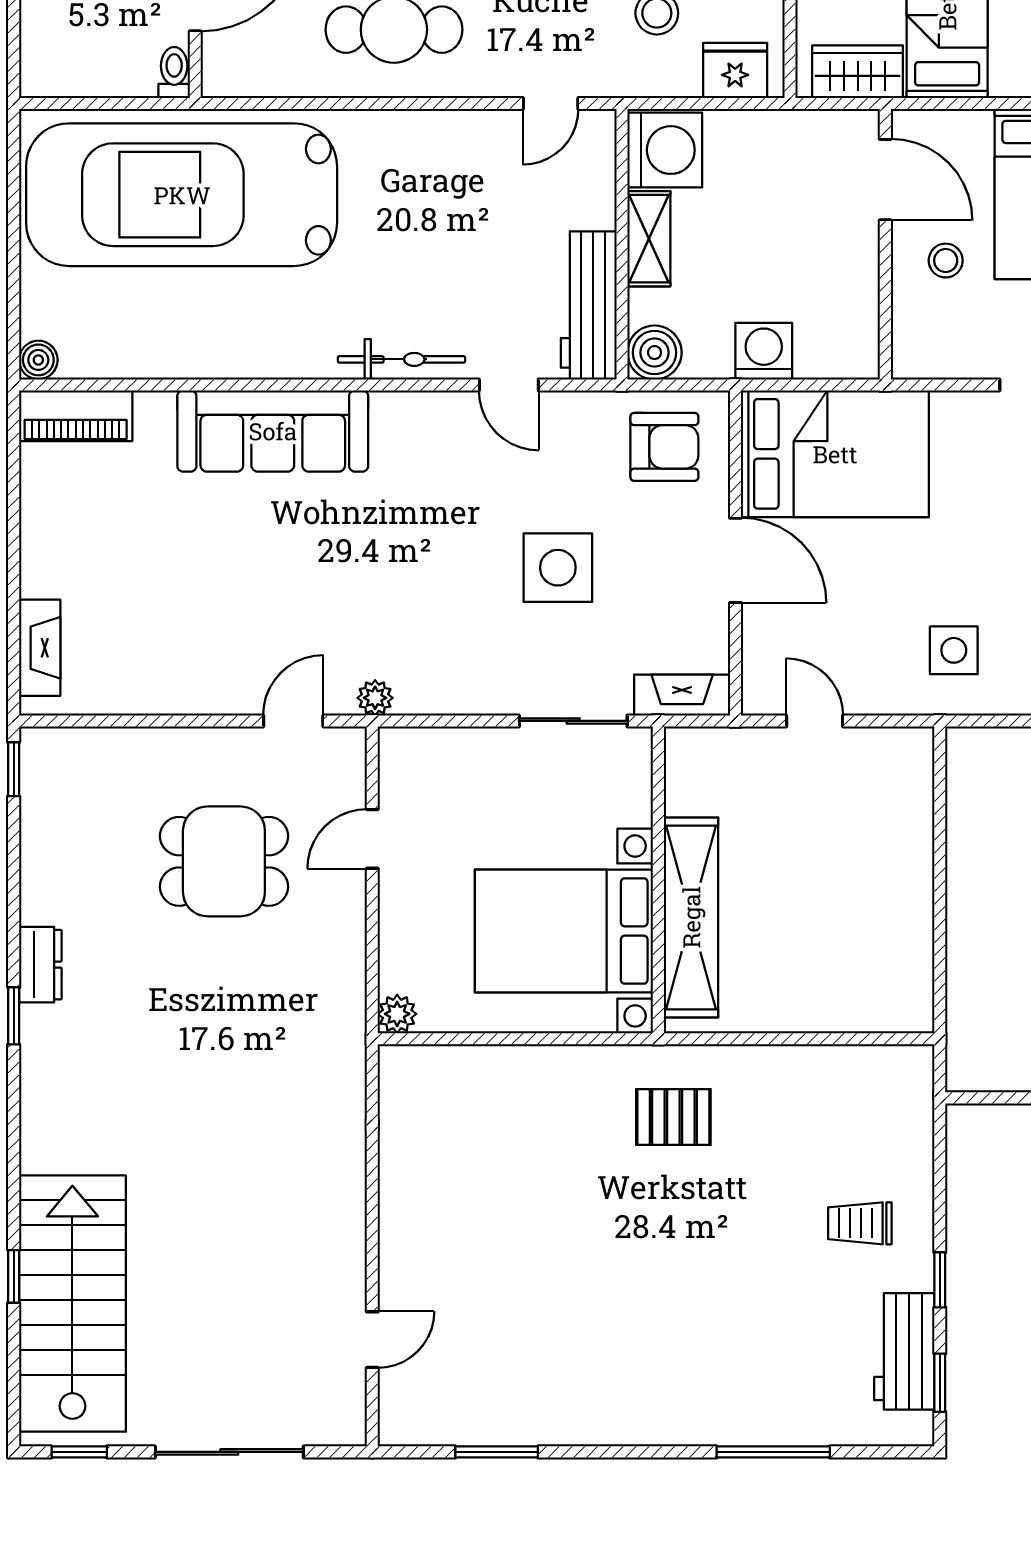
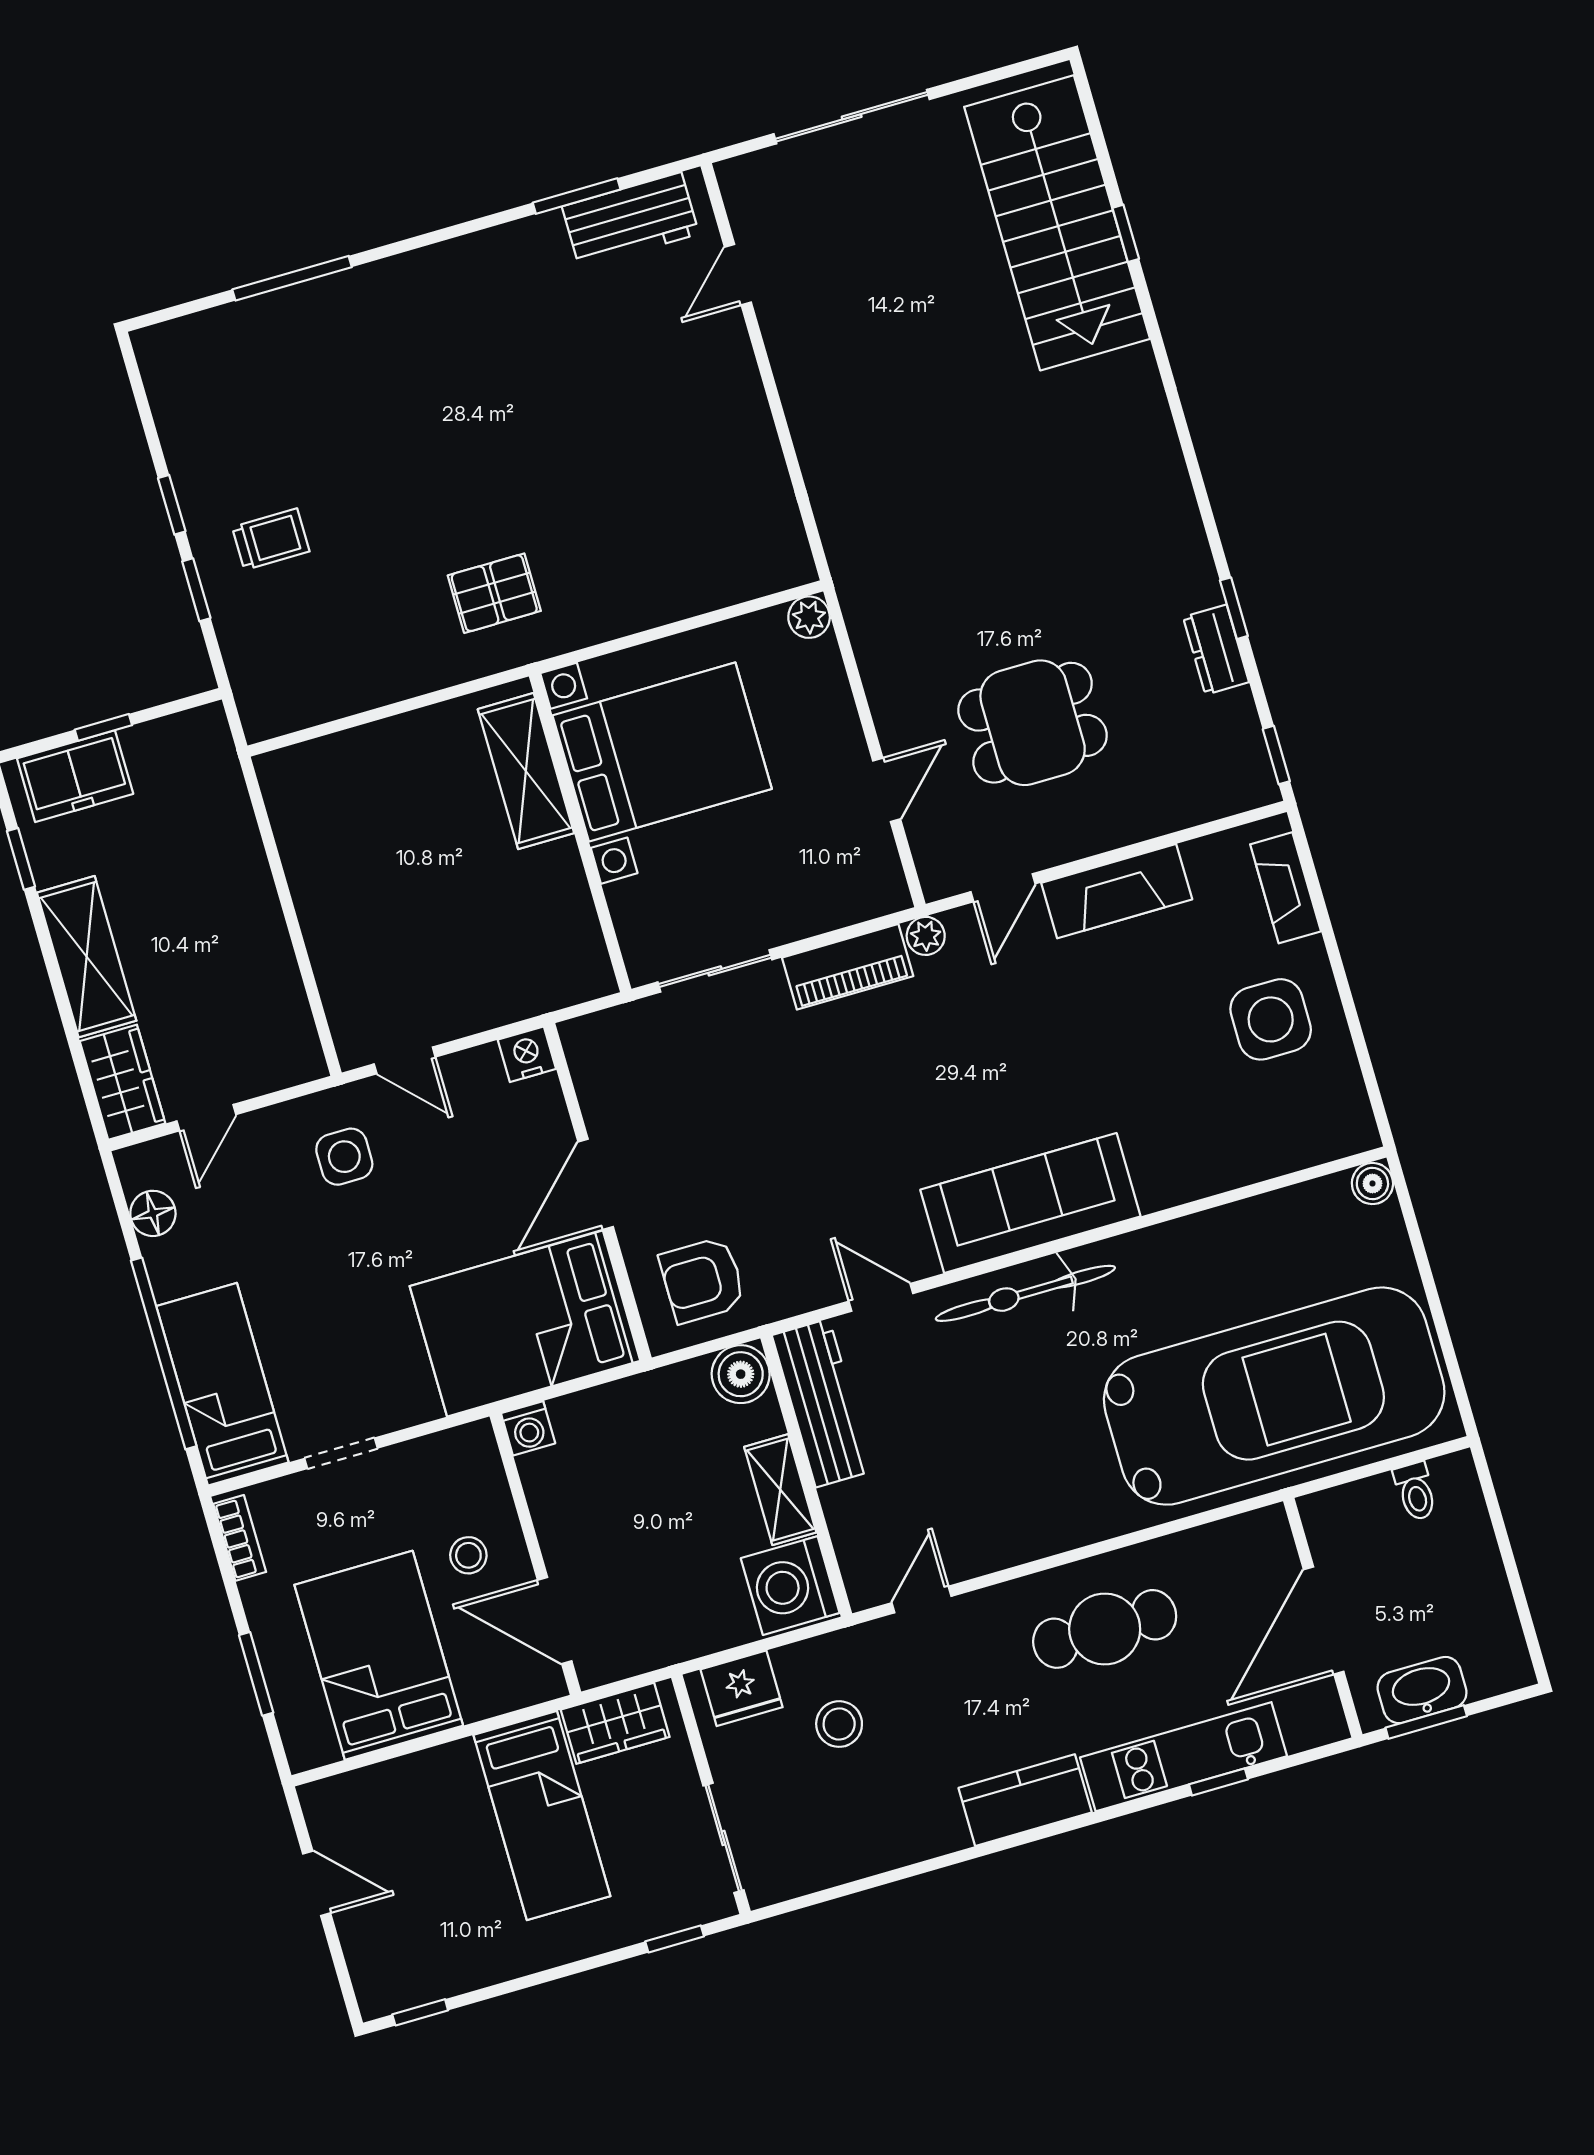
toilet: (174, 73) -> (1415, 1491), moved
washing machine: (764, 351) -> (528, 1428), moved, width x0.73, depth x0.73
bicycle: (401, 359) -> (1025, 1293), width x1.37, depth x1.40
piano: (76, 416) -> (848, 967), moved, turned 180
sofa: (273, 431) -> (1030, 1203), moved
door: (735, 560) -> (596, 1184), hinge flipped
side table: (558, 568) -> (1271, 1019), moved
fireplace: (682, 695) -> (1117, 891), moved, width x1.37, depth x1.32
nightstand: (763, 695) -> (527, 1054), added
door: (815, 721) -> (405, 1060), moved
shelving: (691, 917) -> (526, 771), width x0.68
dresser: (40, 965) -> (1216, 650), moved
window: (14, 1016) -> (1234, 608), moved
workbench: (904, 1351) -> (630, 220), moved, turned 90
window: (940, 1383) -> (196, 590), moved
window: (79, 1452) -> (1006, 72), removed

